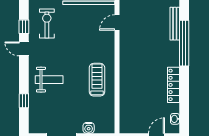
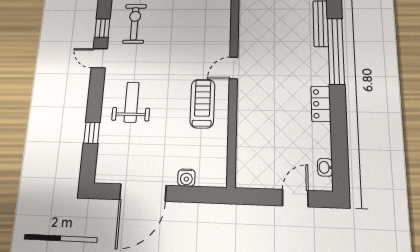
door: (117, 22) -> (234, 68), moved
weight bench: (49, 80) -> (132, 102), turned -90
locker: (173, 85) -> (321, 104), width x0.66

